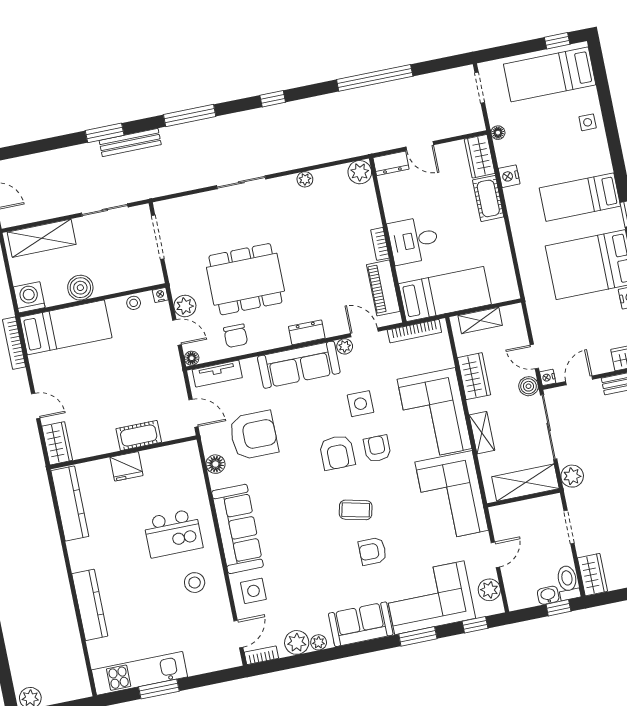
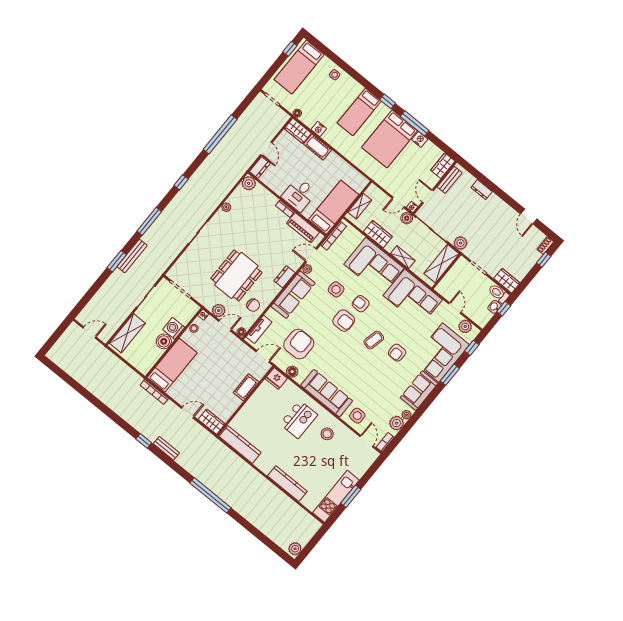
door: (420, 146) -> (266, 149), hinge flipped
washing machine: (29, 297) -> (174, 328), moved
fridge: (126, 466) -> (276, 378), moved, turned 90

